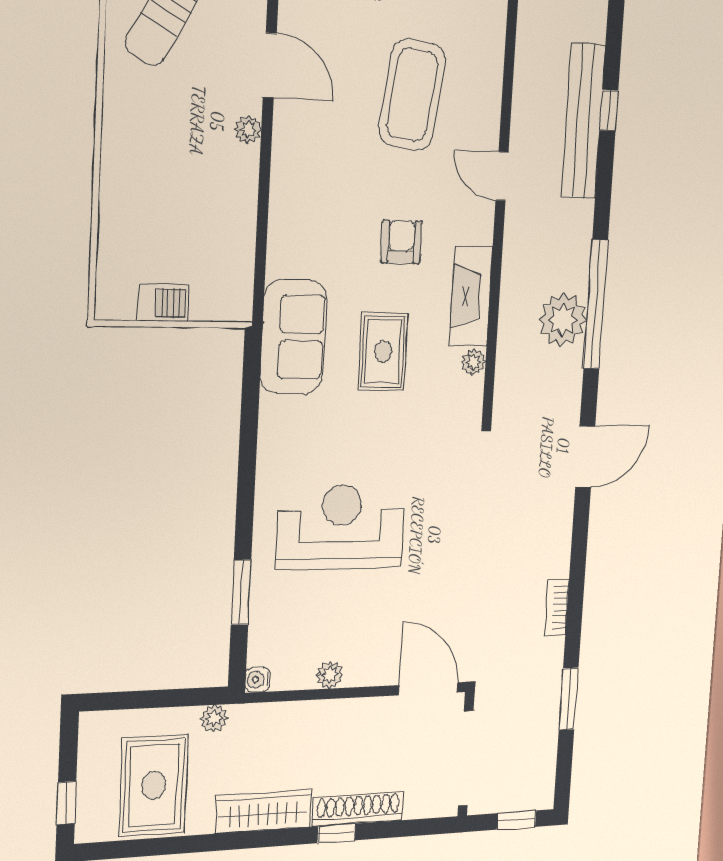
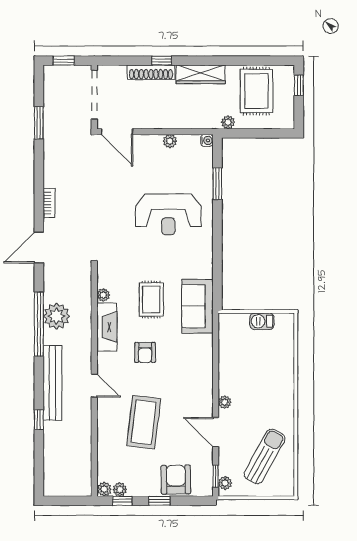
bench: (583, 121) -> (52, 383), moved
bookcase: (557, 608) -> (49, 203), moved

